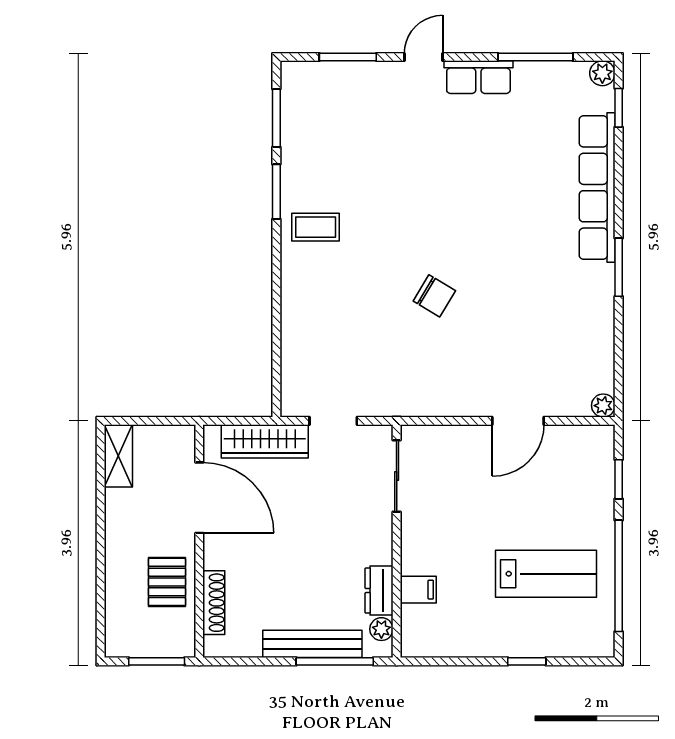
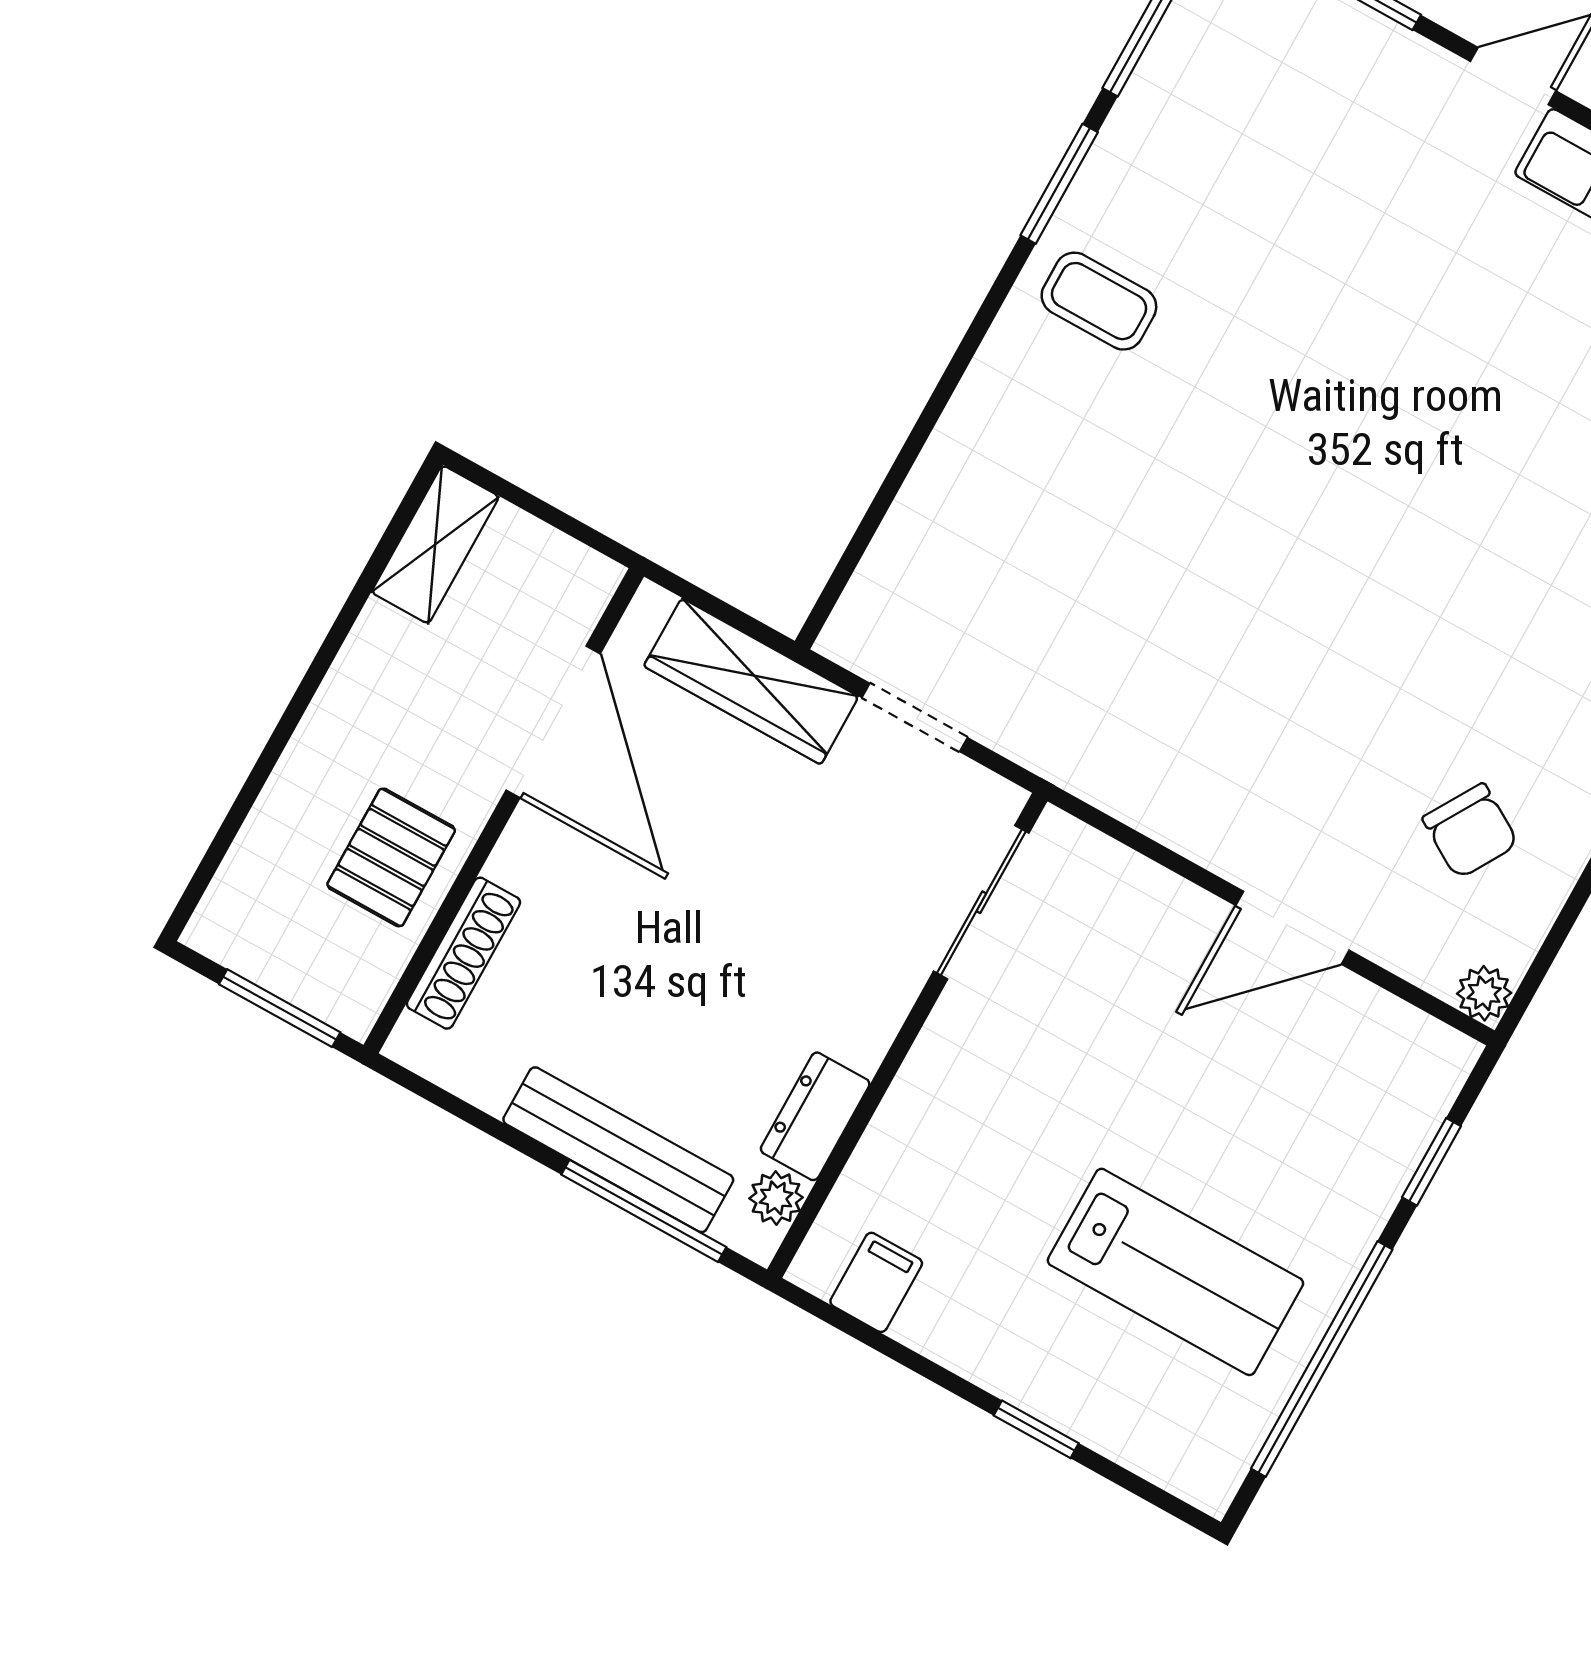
chair: (434, 296) -> (1470, 831), moved
filing cabinet: (418, 590) -> (876, 1282), moved, turned -90

